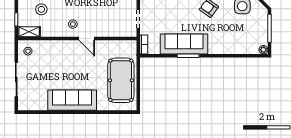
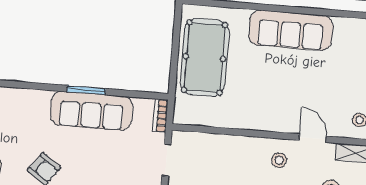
door: (87, 38) -> (313, 138), moved

